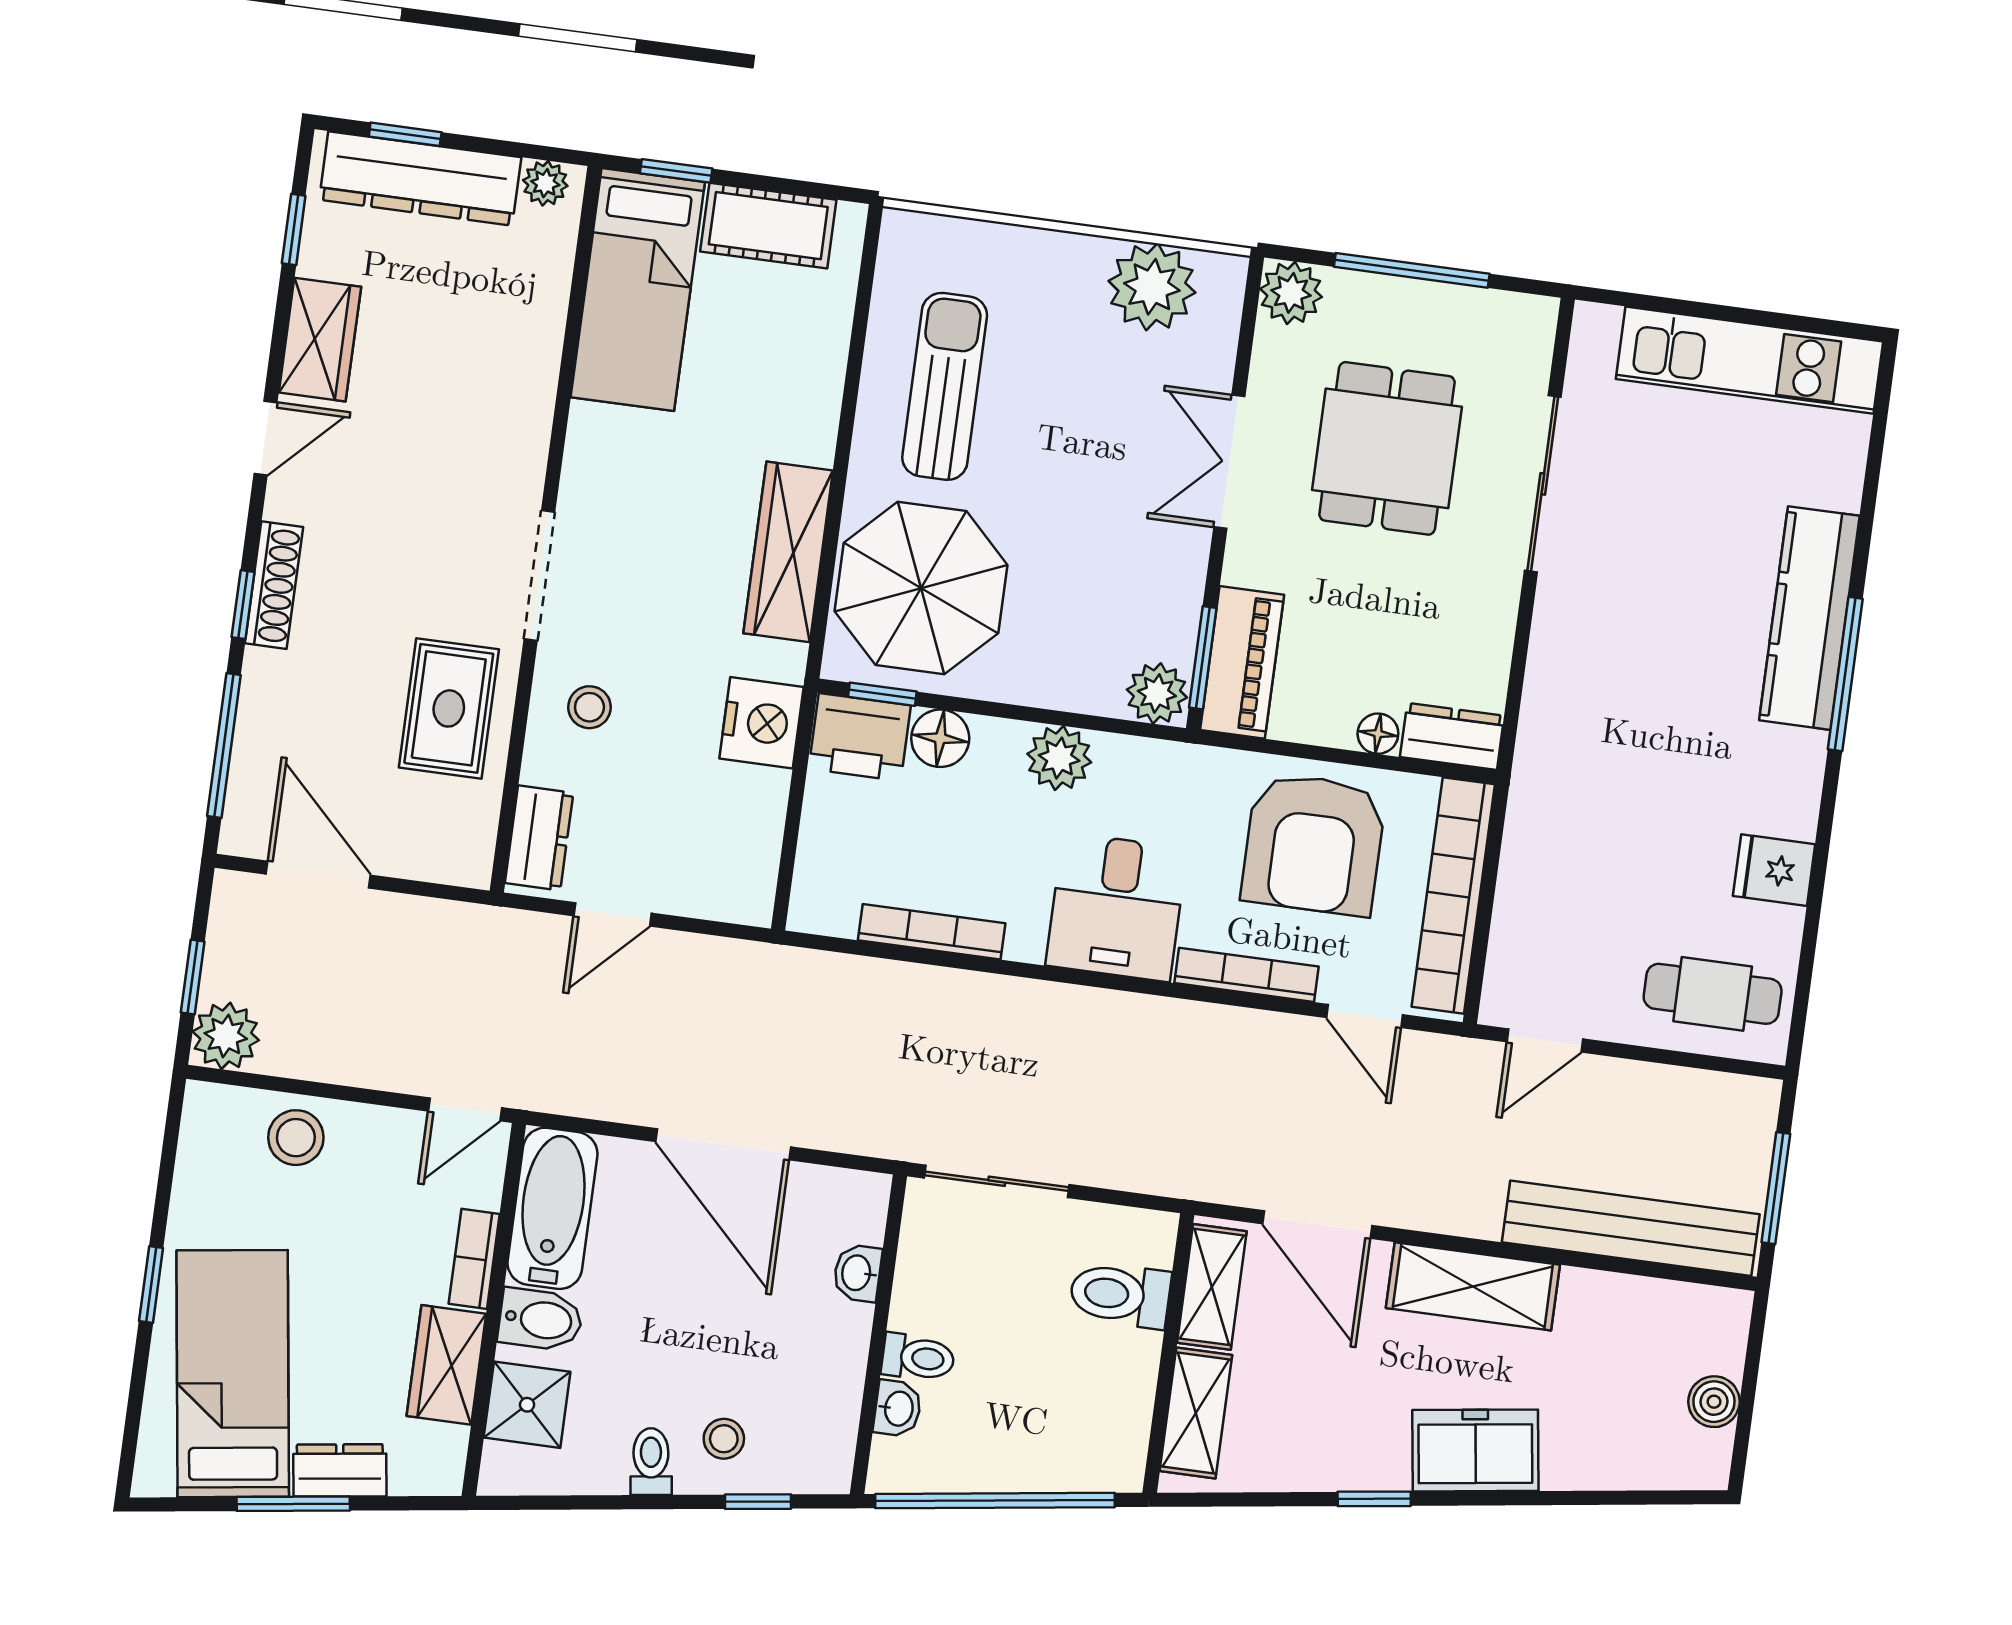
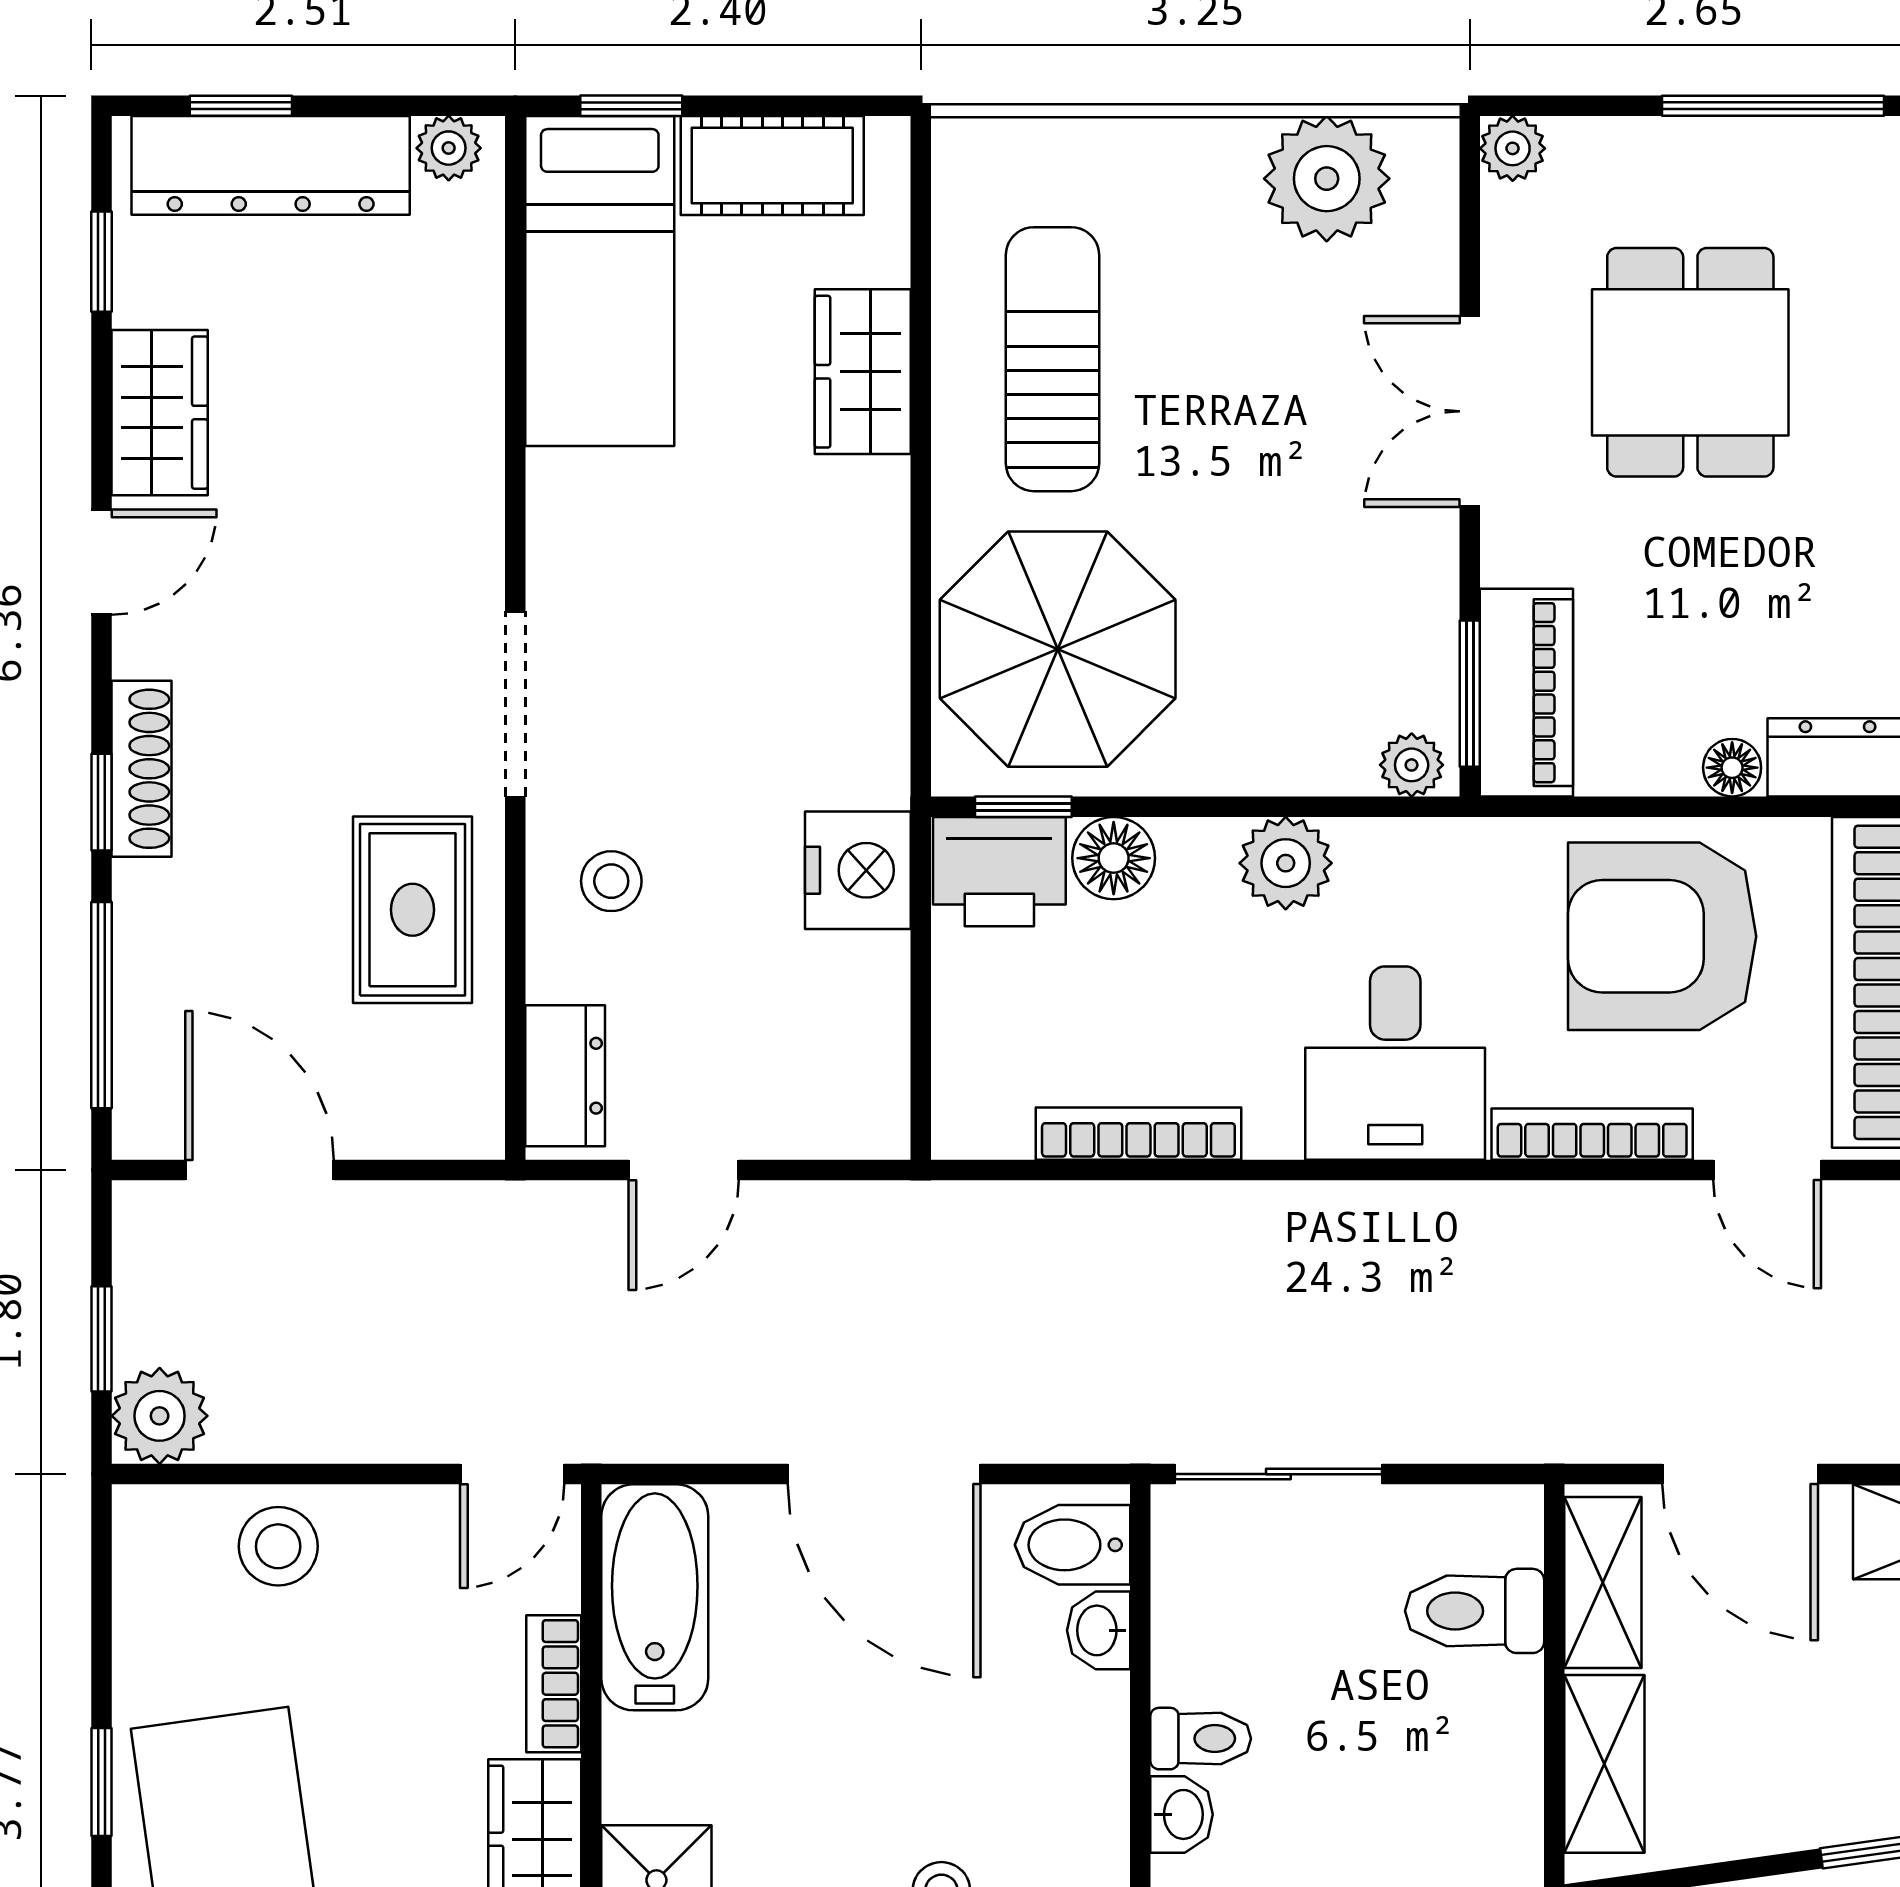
window: (1412, 270) -> (1773, 106), moved
plant: (1291, 293) -> (1513, 148), width x0.73, depth x0.73
wardrobe: (788, 552) -> (863, 372), moved, width x0.67
plant: (1157, 693) -> (1412, 765), width x0.73, depth x0.73
armchair: (1314, 844) -> (1662, 936), turned 90
bidet: (540, 1320) -> (1073, 1545), moved, turned 180

